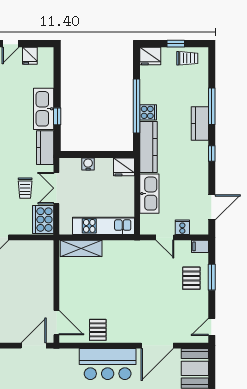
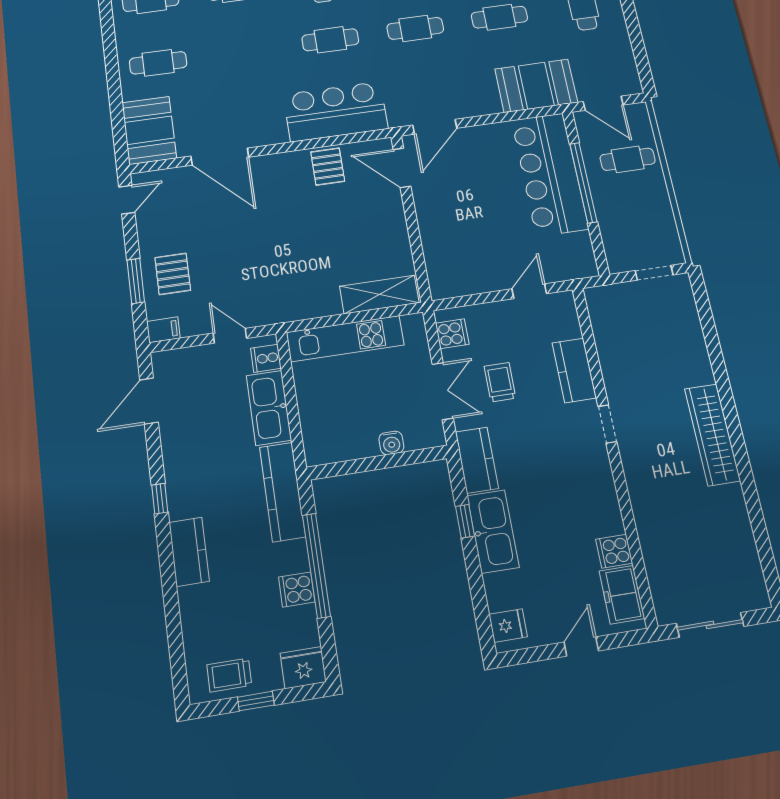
fridge: (30, 56) -> (508, 626), moved, turned 90
window: (212, 106) -> (170, 588), removed
cooker: (148, 112) -> (297, 589), moved
fridge: (124, 167) -> (323, 448), removed
cooker: (43, 220) -> (452, 334), width x0.53, depth x0.76
cooker: (182, 227) -> (266, 358), moved, turned 90
door: (157, 346) -> (220, 157), swing flipped
bar counter: (108, 364) -> (336, 112), moved

